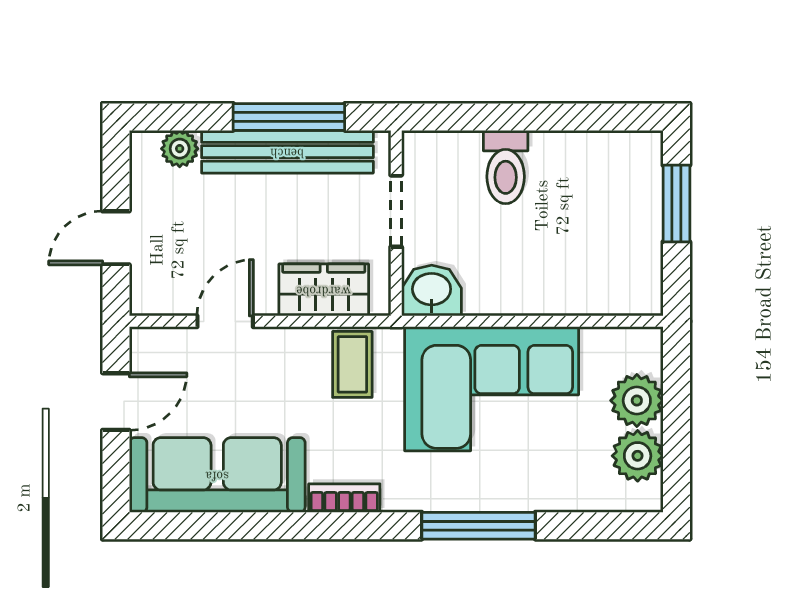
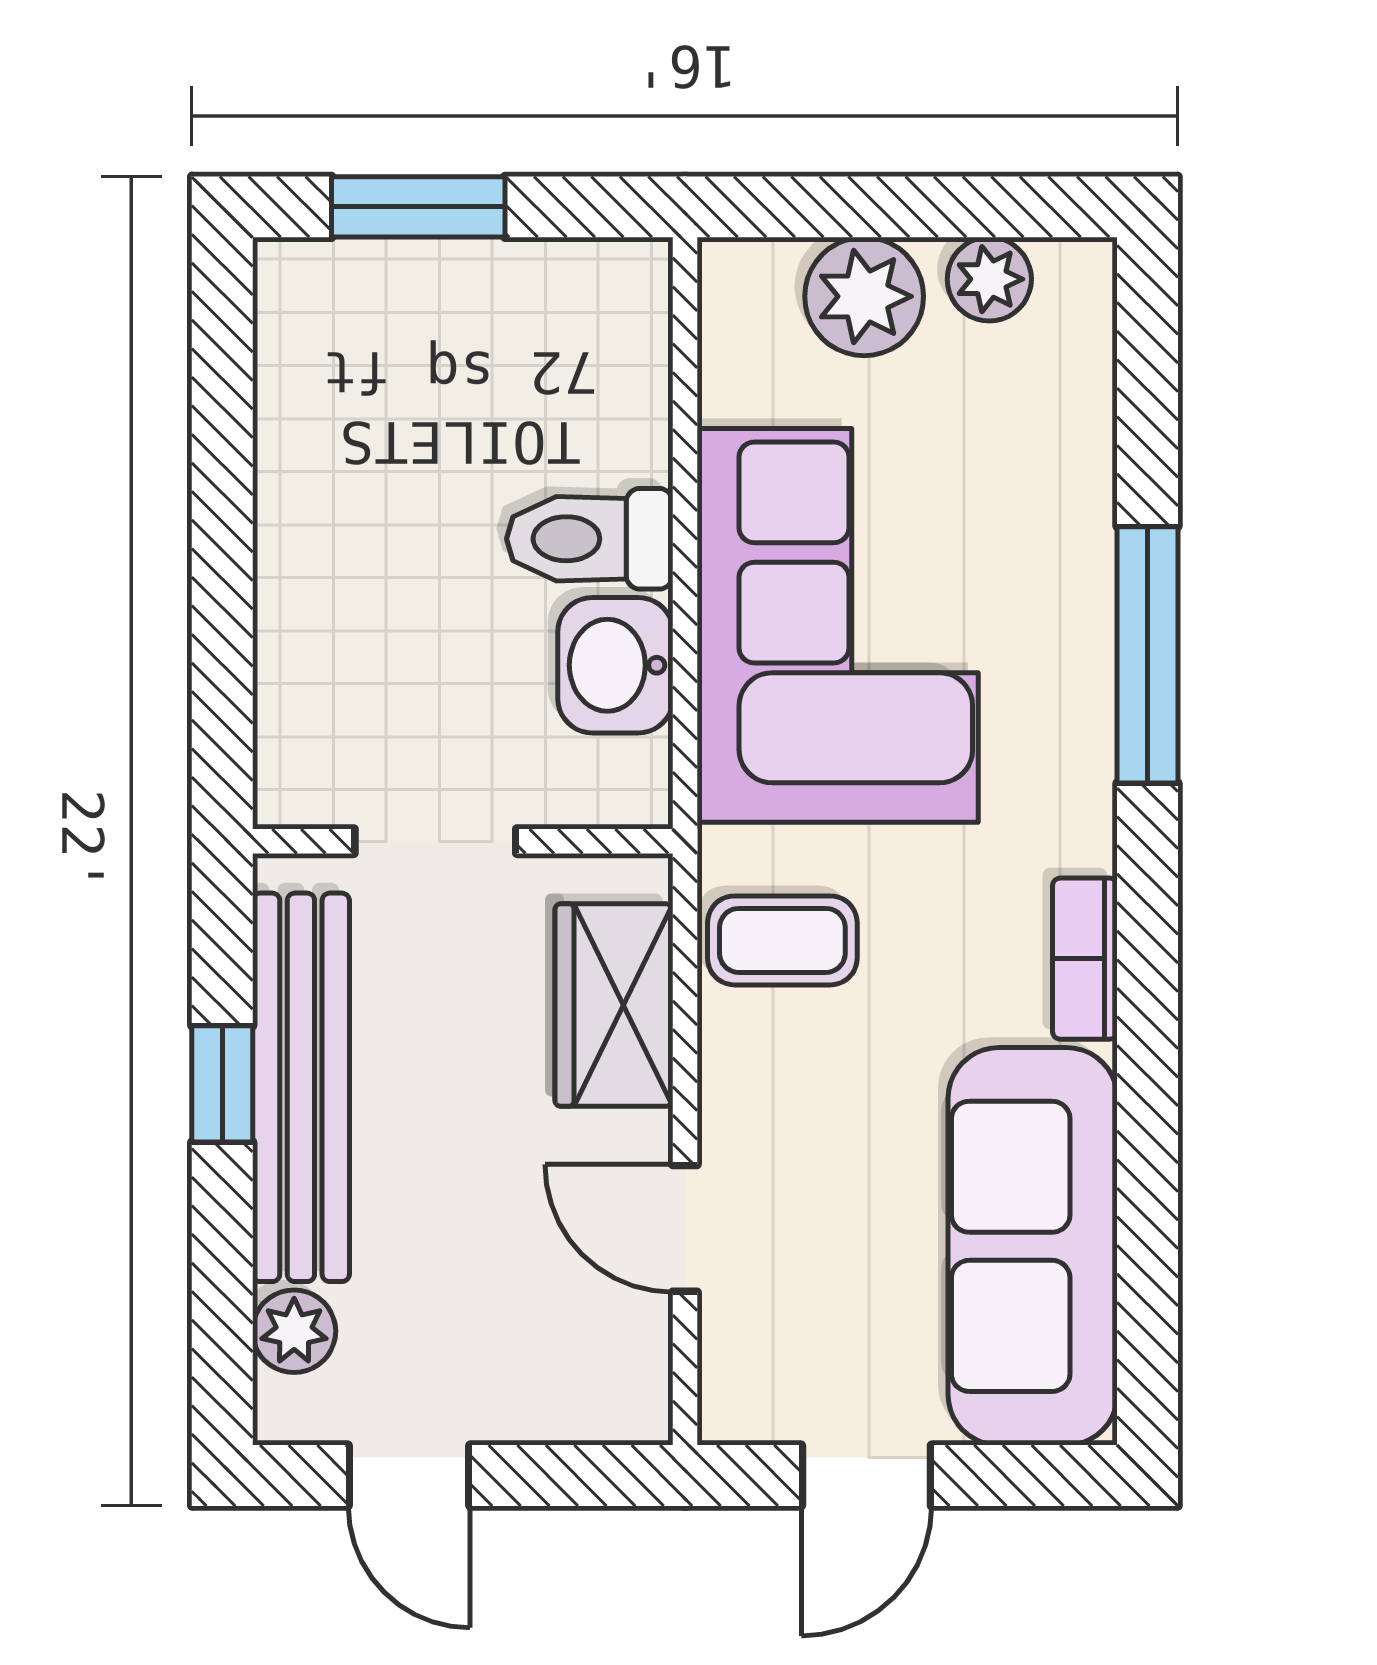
window: (289, 117) -> (222, 1084), width x0.46
toilet: (506, 167) -> (590, 539), moved, turned 180
door: (116, 238) -> (409, 1476), moved
washbasin: (432, 291) -> (615, 665), moved
door: (116, 402) -> (866, 1476), swing flipped
plant: (638, 456) -> (989, 279), width x0.73, depth x0.73

